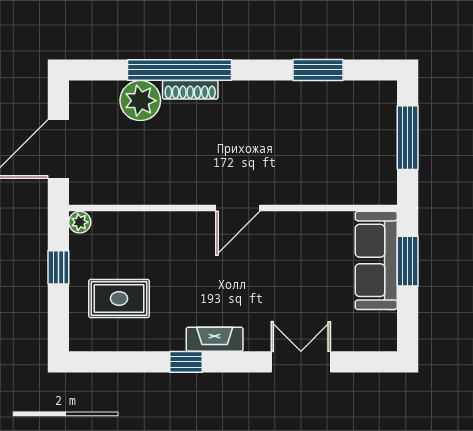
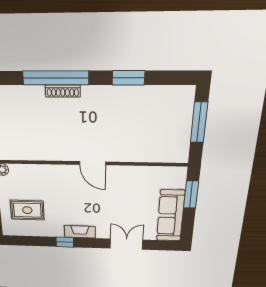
window: (318, 70) -> (128, 78), moved
plant: (140, 101) -> (32, 98), removed
door: (238, 208) -> (93, 163), hinge flipped
sofa: (376, 260) -> (171, 216), moved

